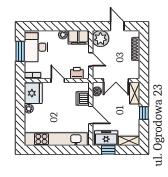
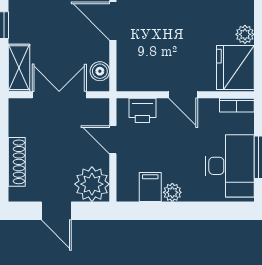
filing cabinet: (78, 37) -> (150, 187), width x0.50
dishwasher: (83, 98) -> (130, 56), removed

